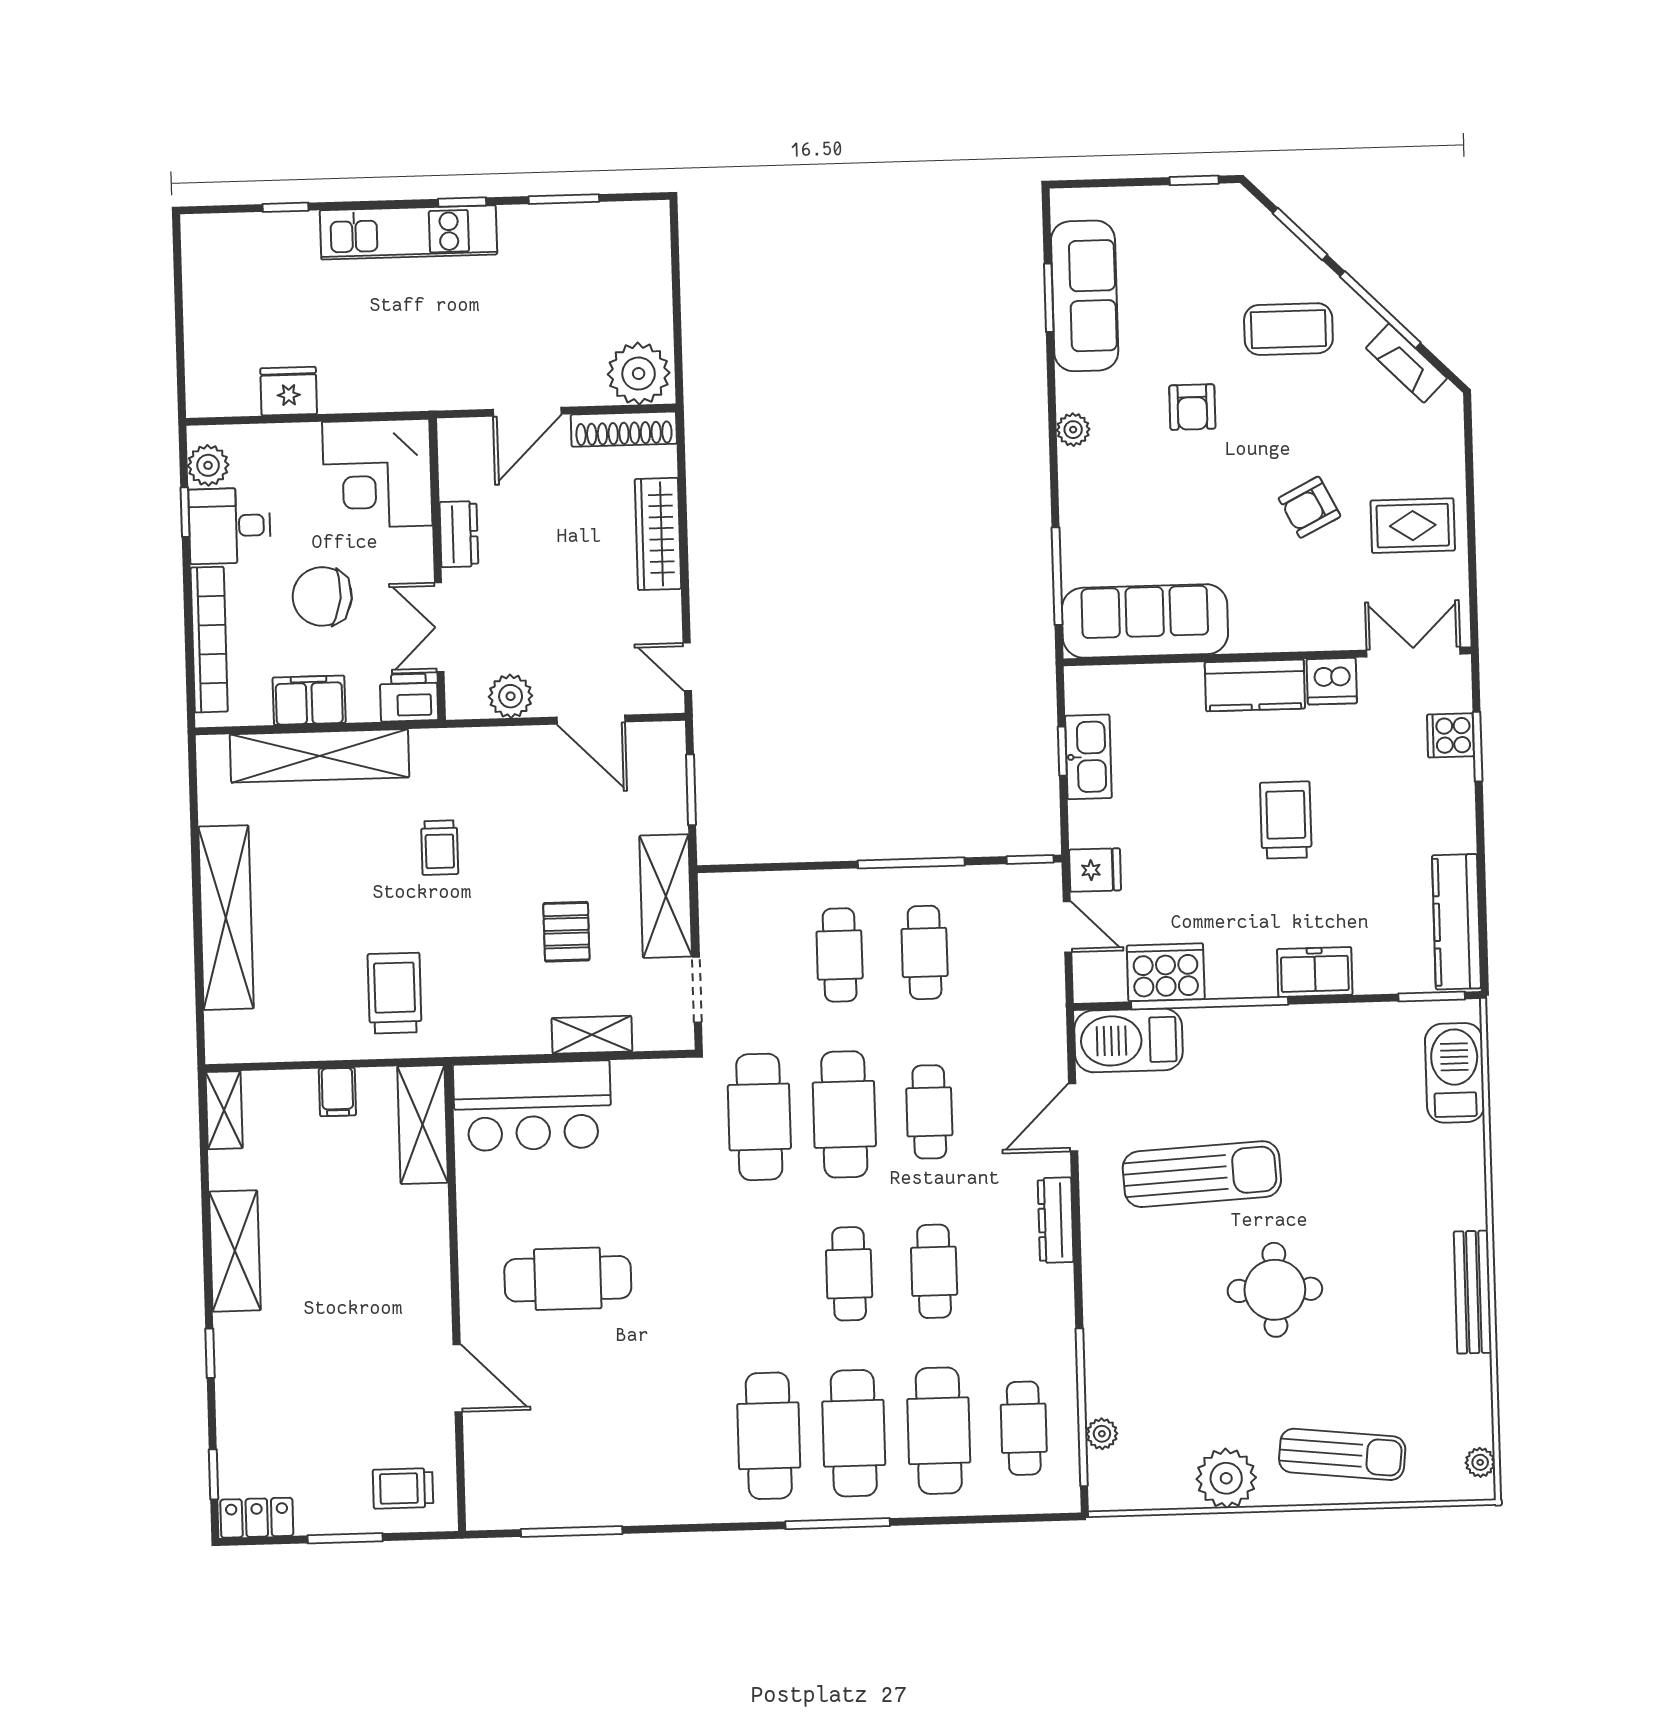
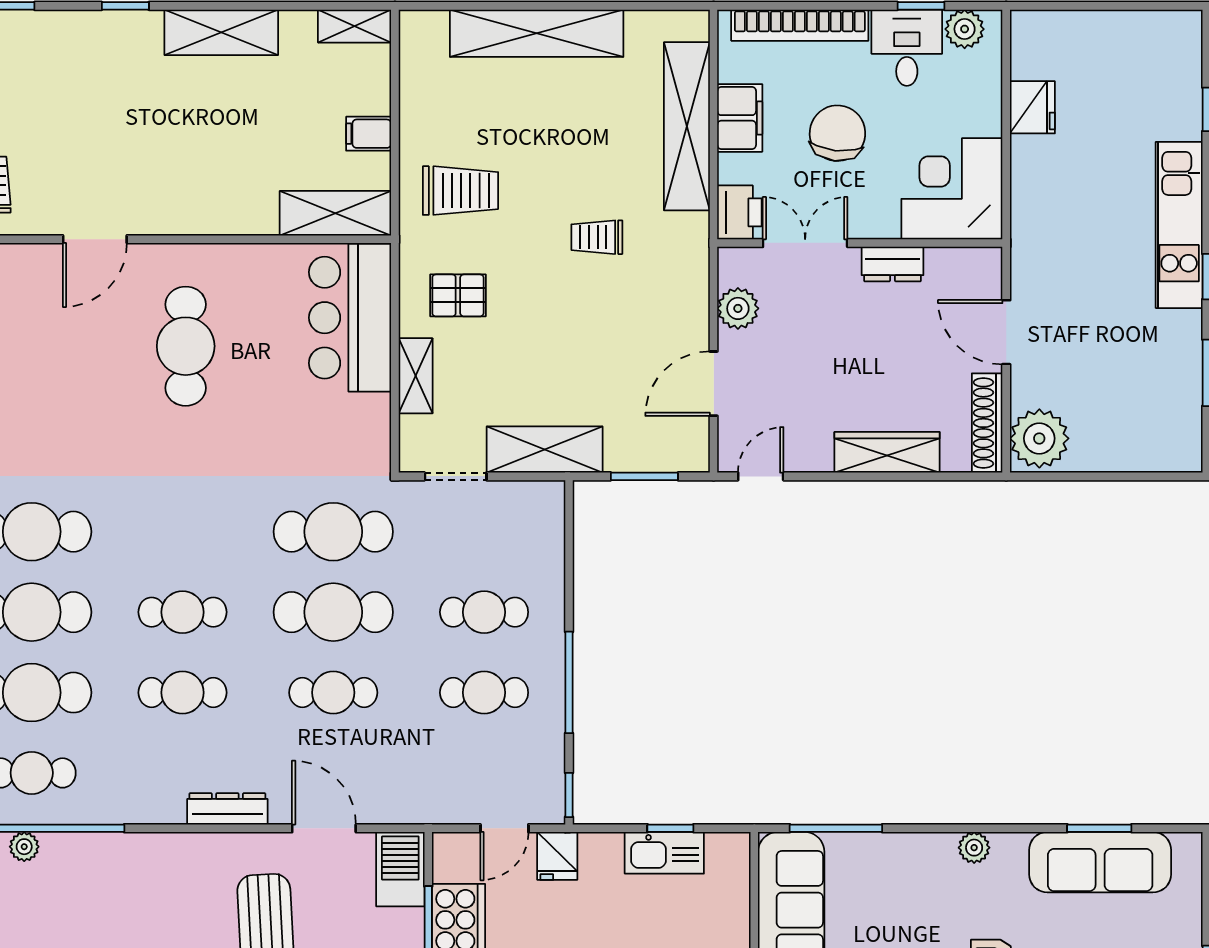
pallet: (566, 932) -> (458, 295), moved
barbecue: (1129, 1040) -> (400, 869), width x0.73, depth x0.83

